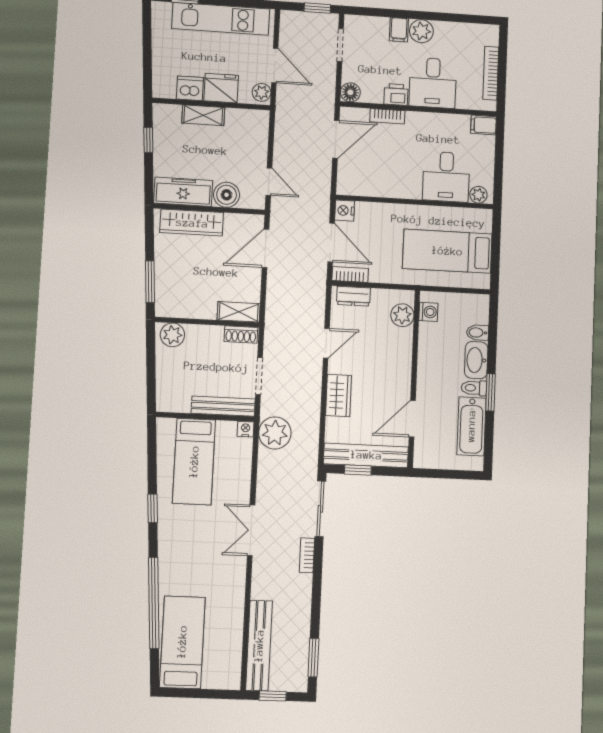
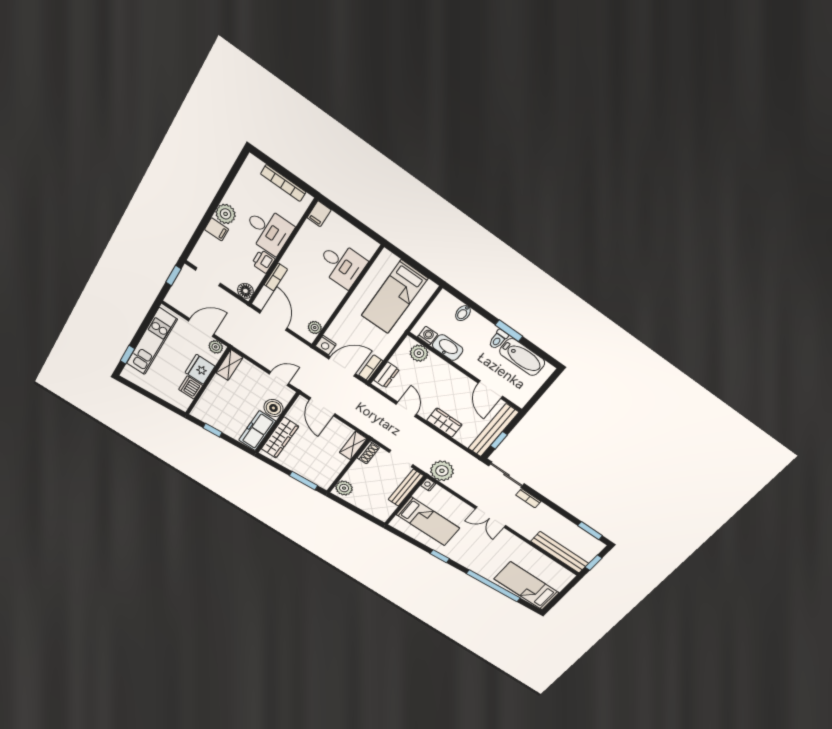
shelving: (203, 115) -> (229, 365), moved
plant: (478, 195) -> (315, 328), moved
washbasin: (476, 360) -> (448, 348), moved, turned 180

